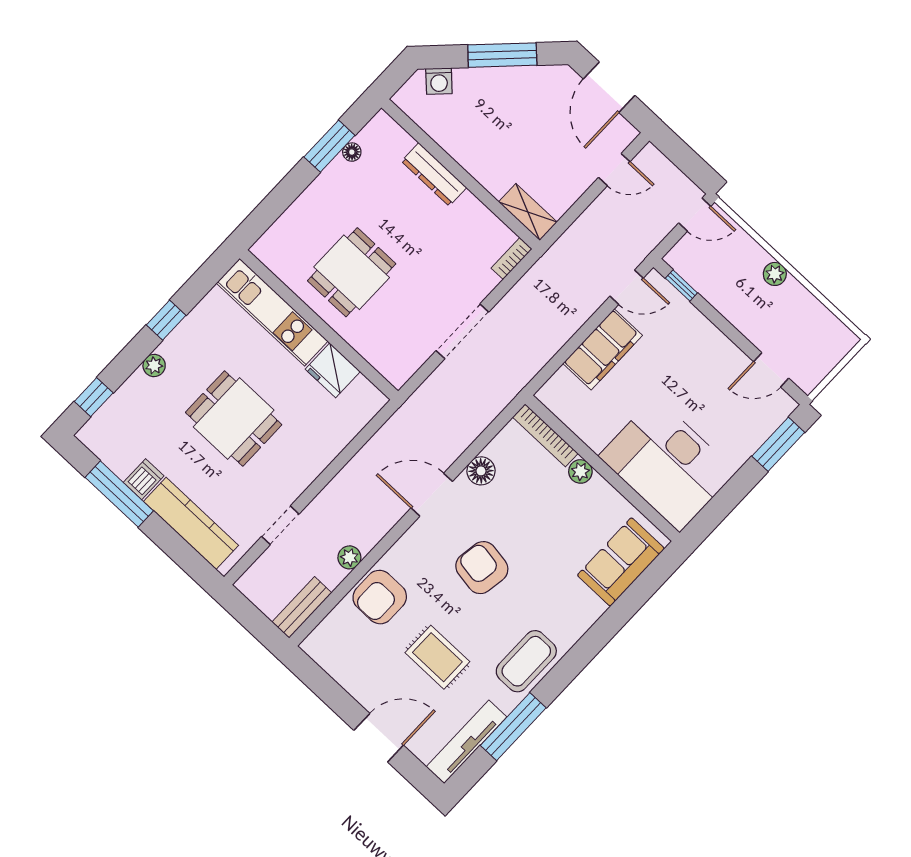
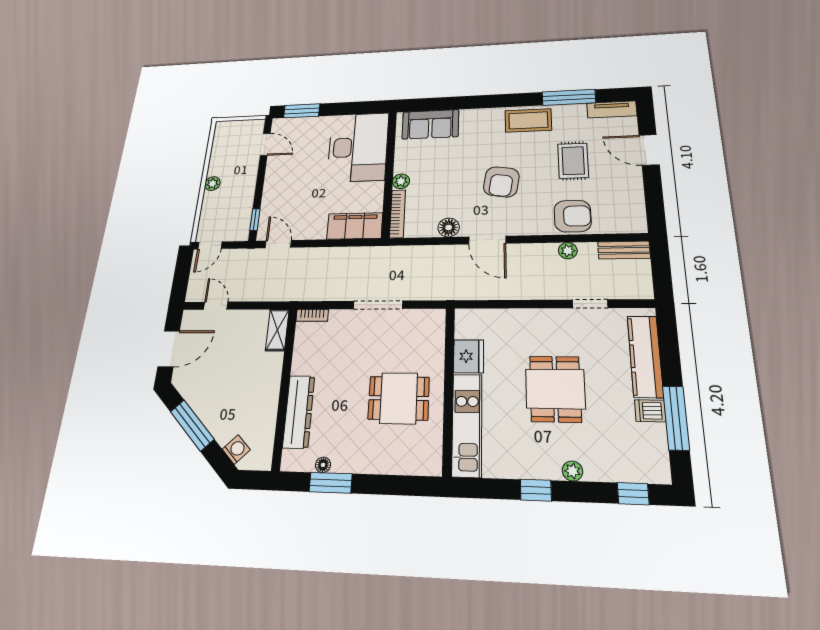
dresser: (434, 174) -> (299, 412), width x1.37, depth x1.24
door: (695, 215) -> (210, 245), swing flipped
filing cabinet: (603, 349) -> (355, 226), moved
tv unit: (466, 742) -> (612, 109), width x0.71

